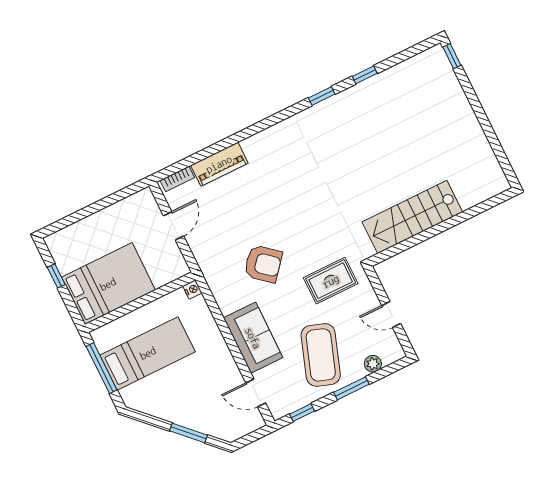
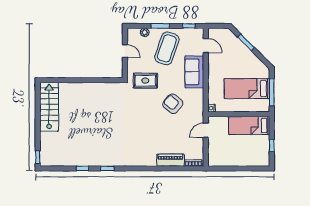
stairs: (412, 217) -> (49, 107), moved, turned -90
door: (174, 226) -> (206, 130), moved
bed: (108, 284) -> (249, 125), width x0.67

